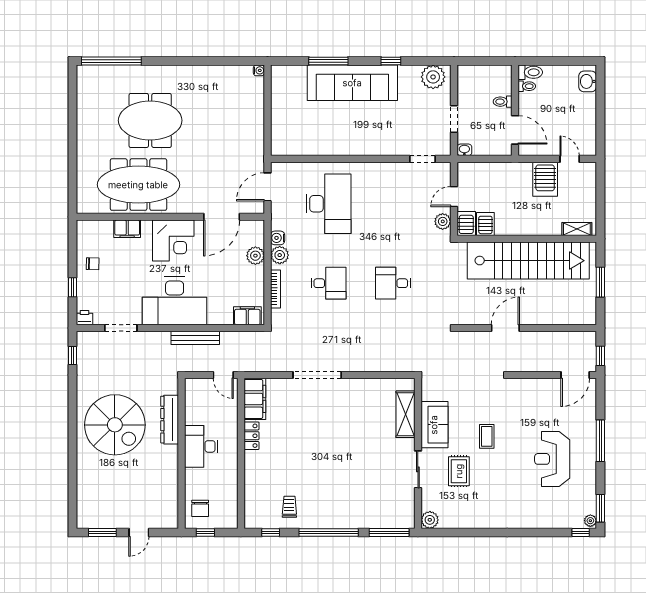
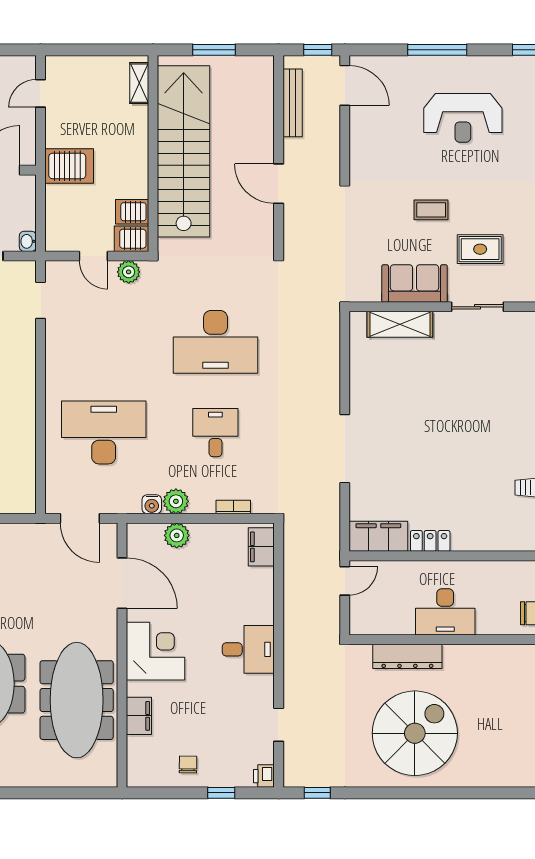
server rack: (545, 179) -> (69, 166), moved
desk: (393, 283) -> (215, 342), width x1.87, depth x1.30
bookcase: (276, 289) -> (233, 507), width x0.64
desk: (175, 301) -> (248, 649), width x0.53, depth x0.77
doorway: (121, 328) -> (279, 725), width x0.73
bench: (195, 338) -> (293, 103), moved

